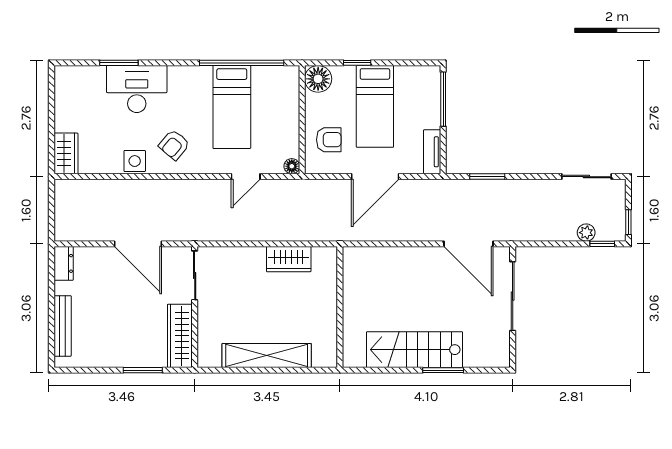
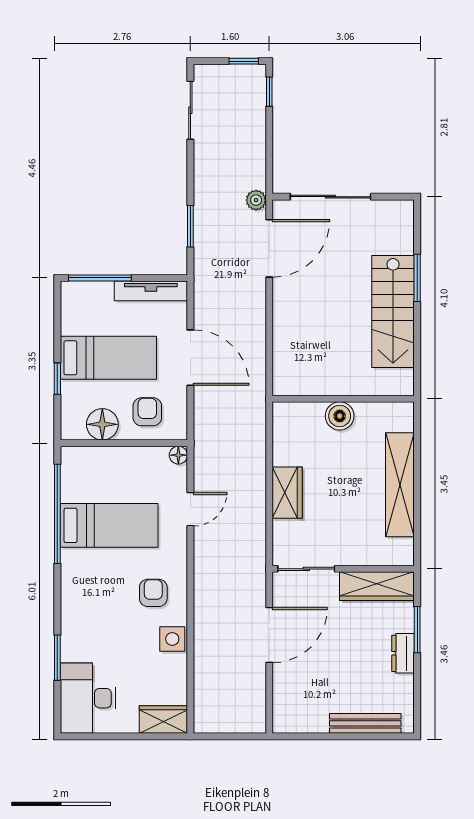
floor lamp: (318, 79) -> (102, 424), moved
desk: (137, 89) -> (88, 698), moved
armchair: (174, 145) -> (153, 593), turned -130
tv unit: (432, 152) -> (151, 291), width x1.41
door: (246, 177) -> (190, 509), hinge flipped
plant: (586, 233) -> (256, 200), moved
wardrobe: (289, 259) -> (287, 493), moved
dresser: (64, 263) -> (403, 653), moved, turned -90
boiler: (325, 304) -> (340, 416), added

